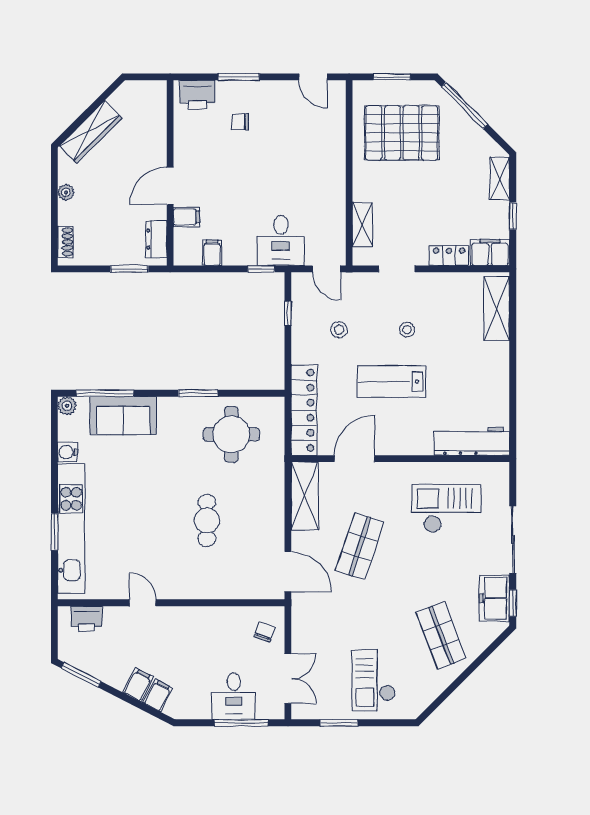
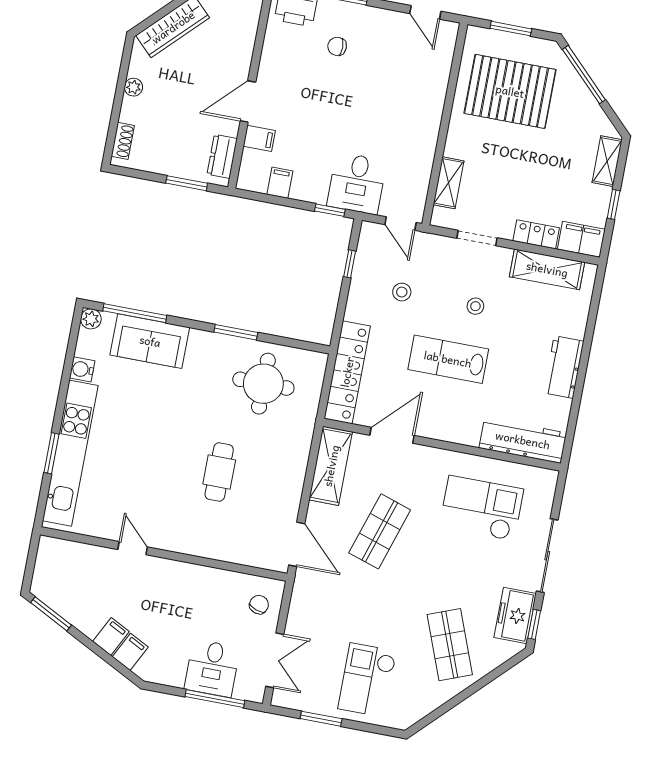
shelving: (497, 309) -> (547, 269), moved, turned 90
workbench: (496, 369) -> (564, 367), added
printer: (86, 619) -> (68, 554), removed

